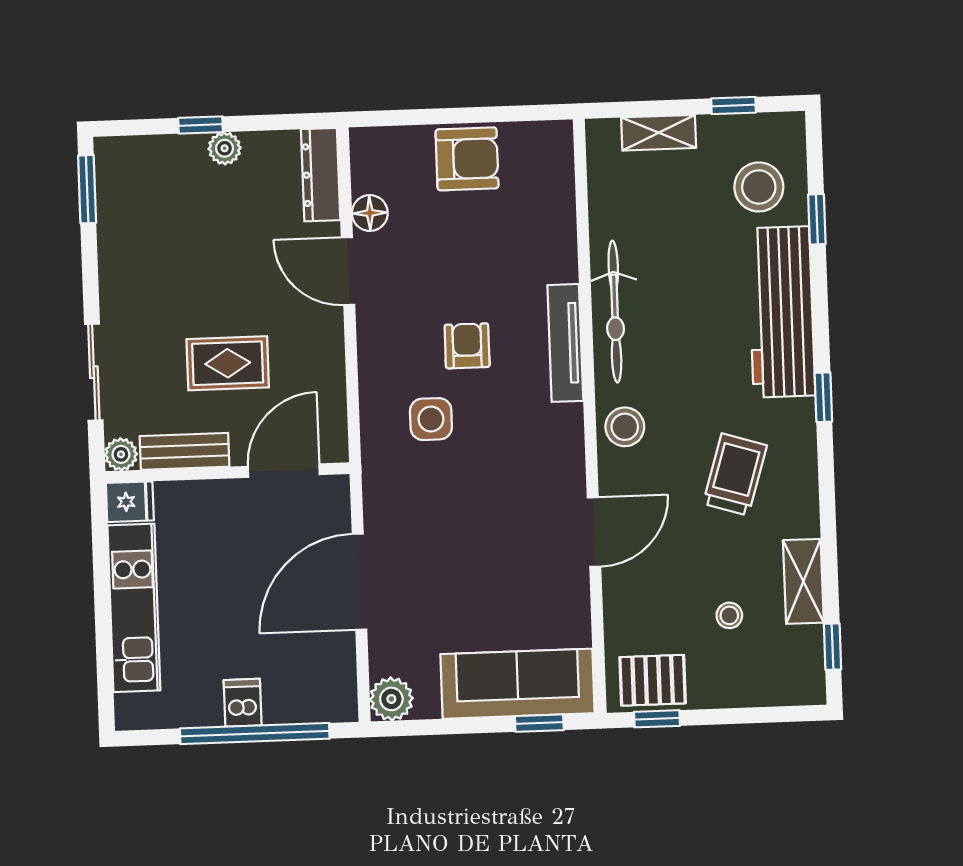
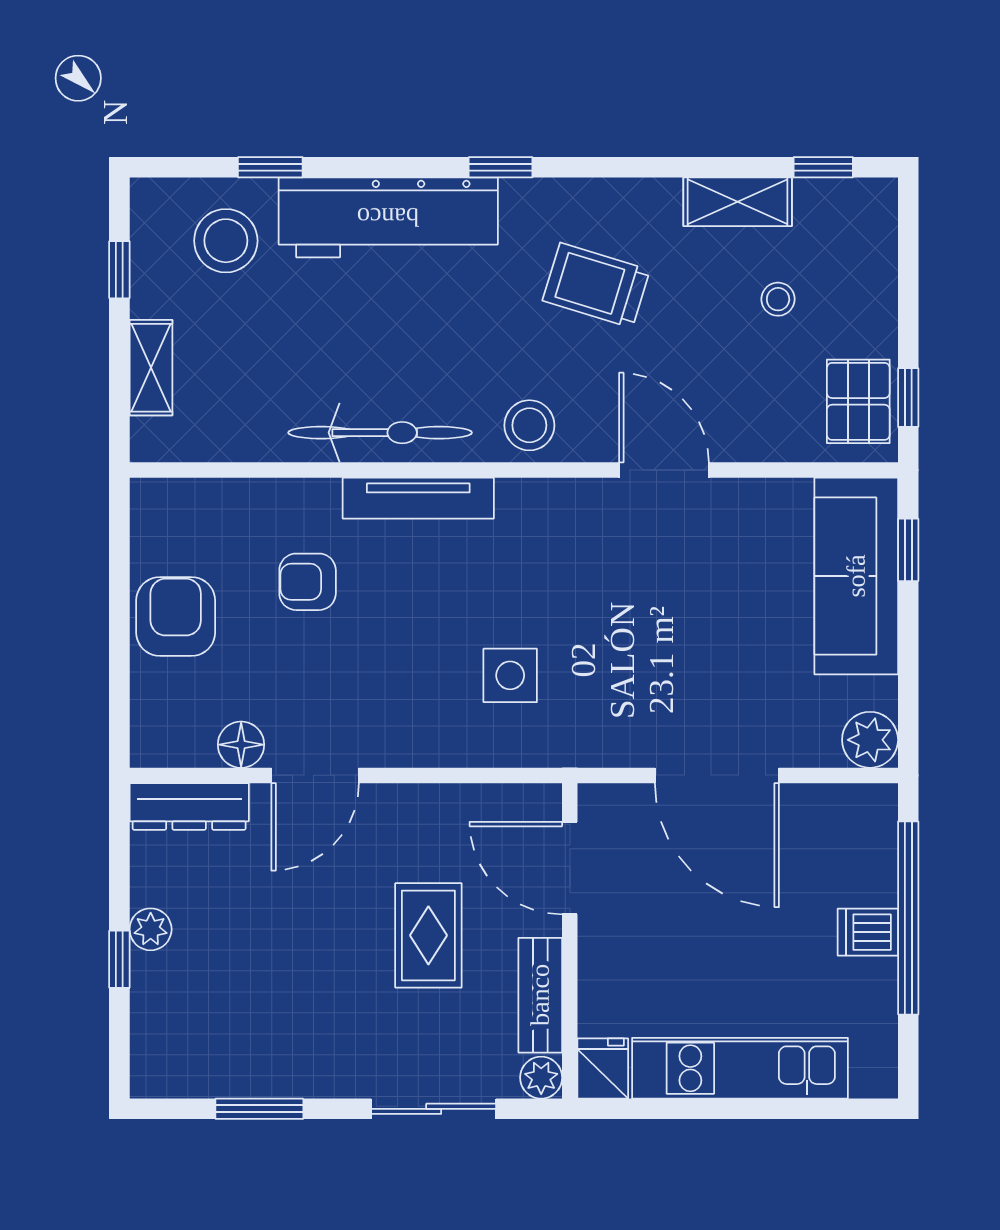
window: (87, 189) -> (259, 1109), moved
armchair: (467, 346) -> (308, 582), moved

